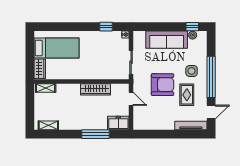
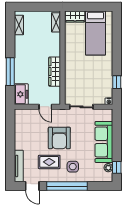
door: (131, 99) -> (45, 107), hinge flipped

